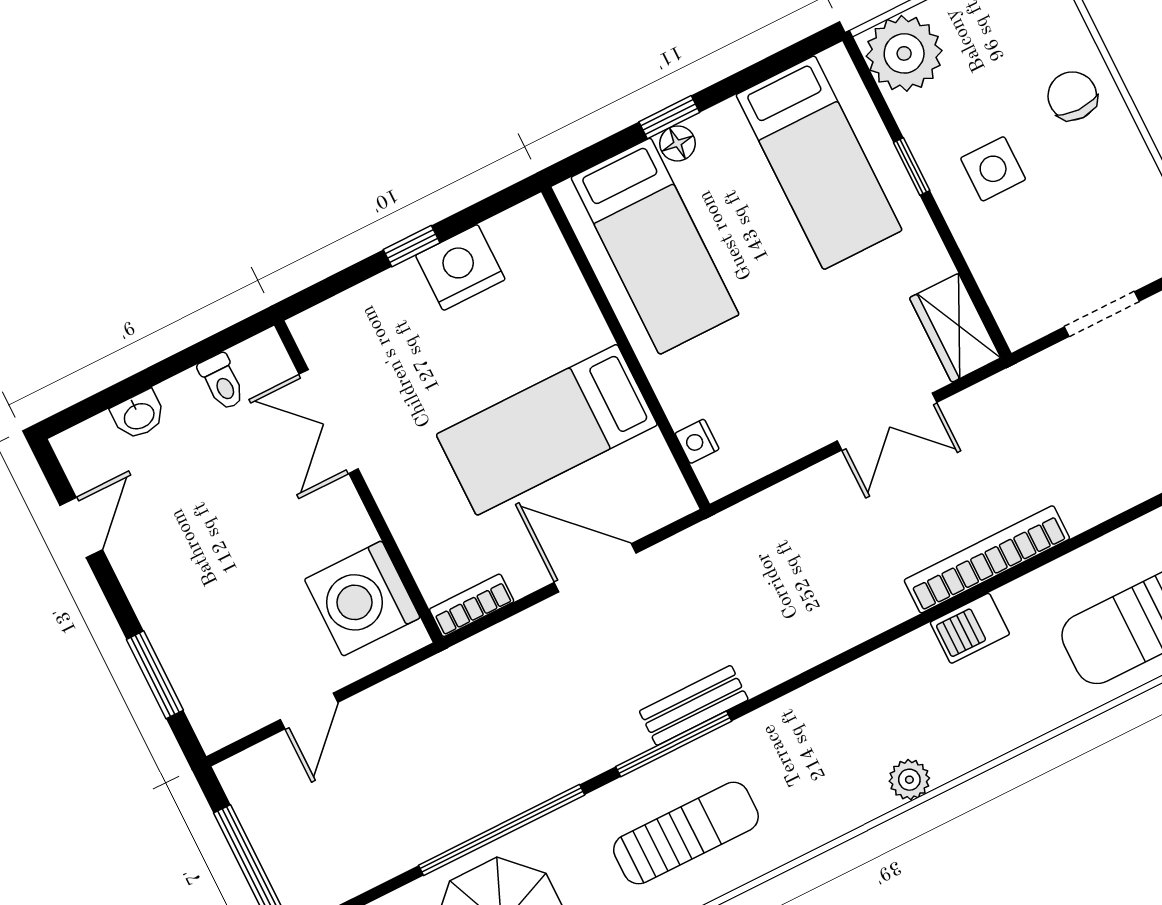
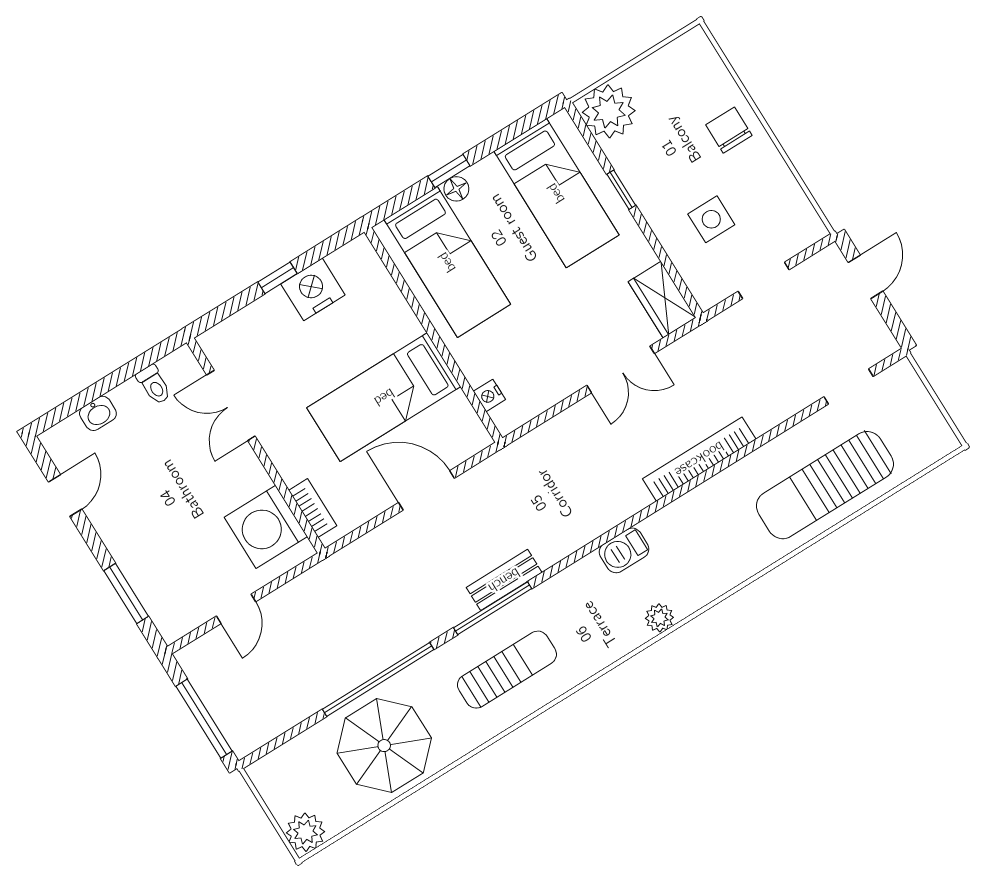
side table: (993, 169) -> (711, 219), moved
bookcase: (472, 605) -> (313, 508), moved, turned 90
barbecue: (970, 628) -> (624, 550), moved

